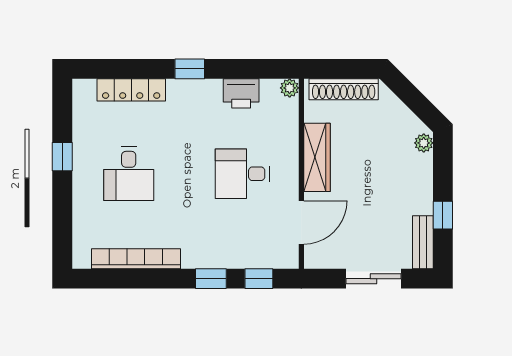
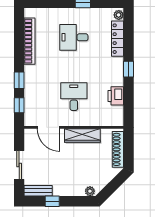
plant: (290, 88) -> (119, 15), moved

